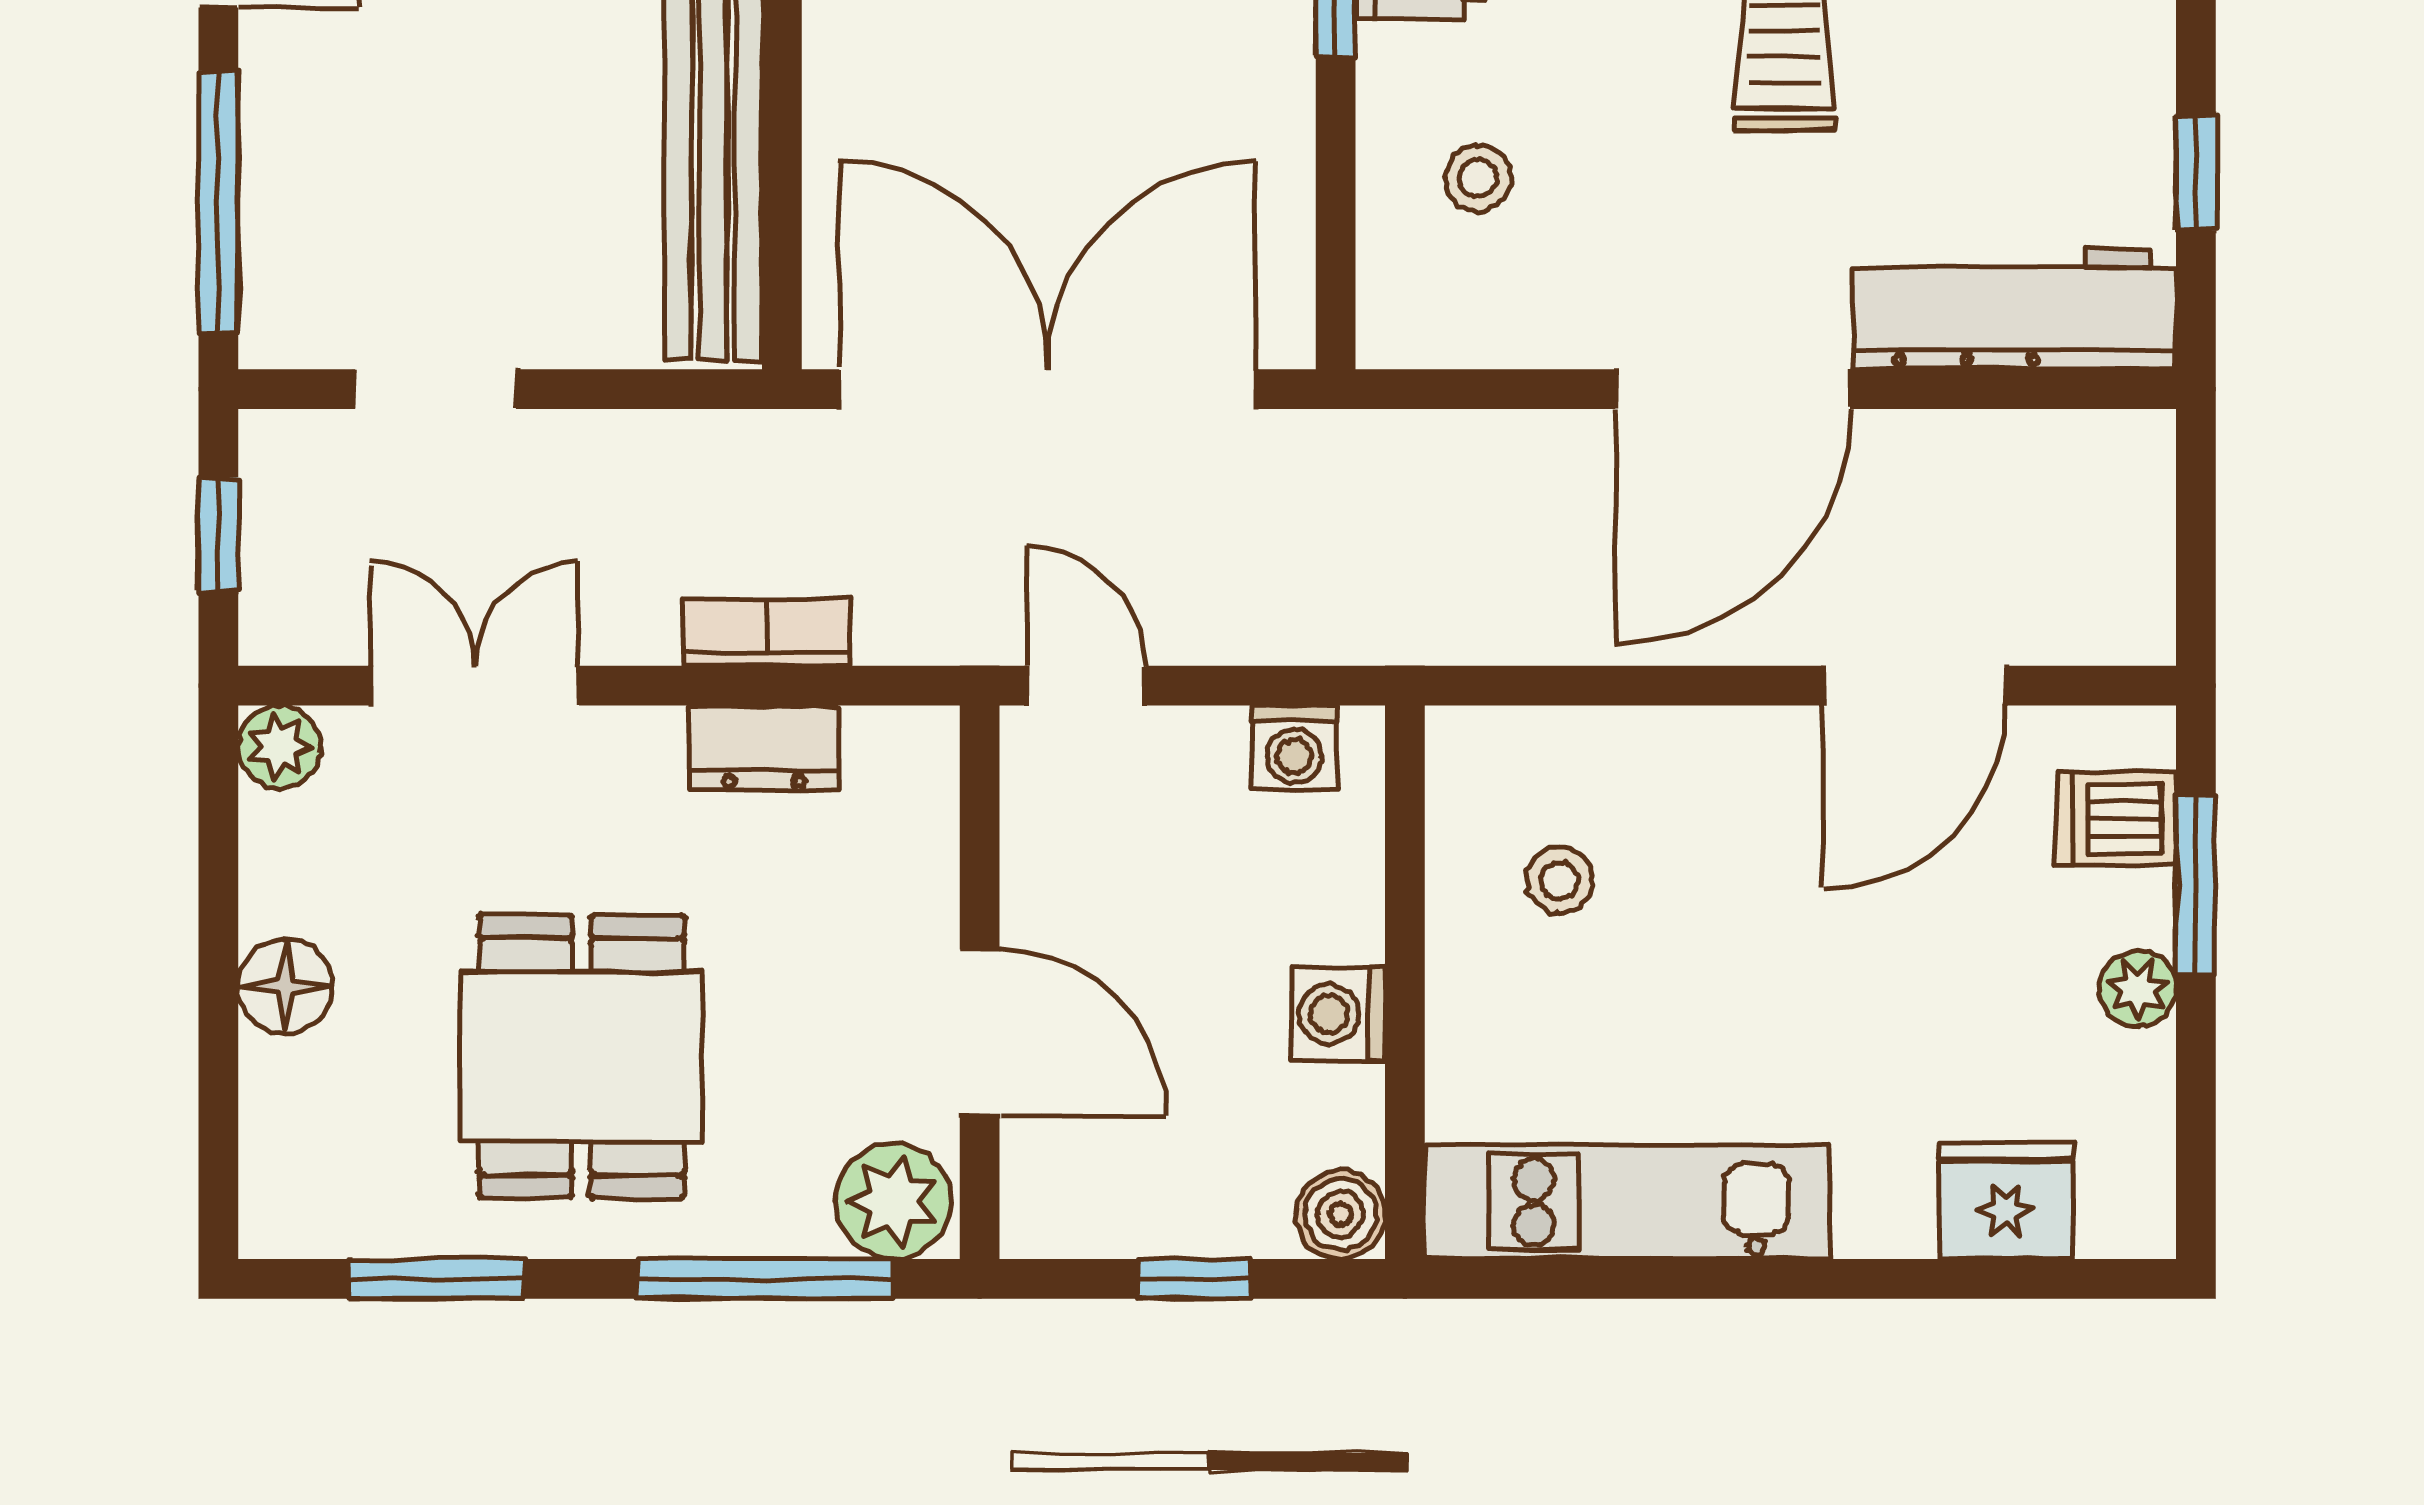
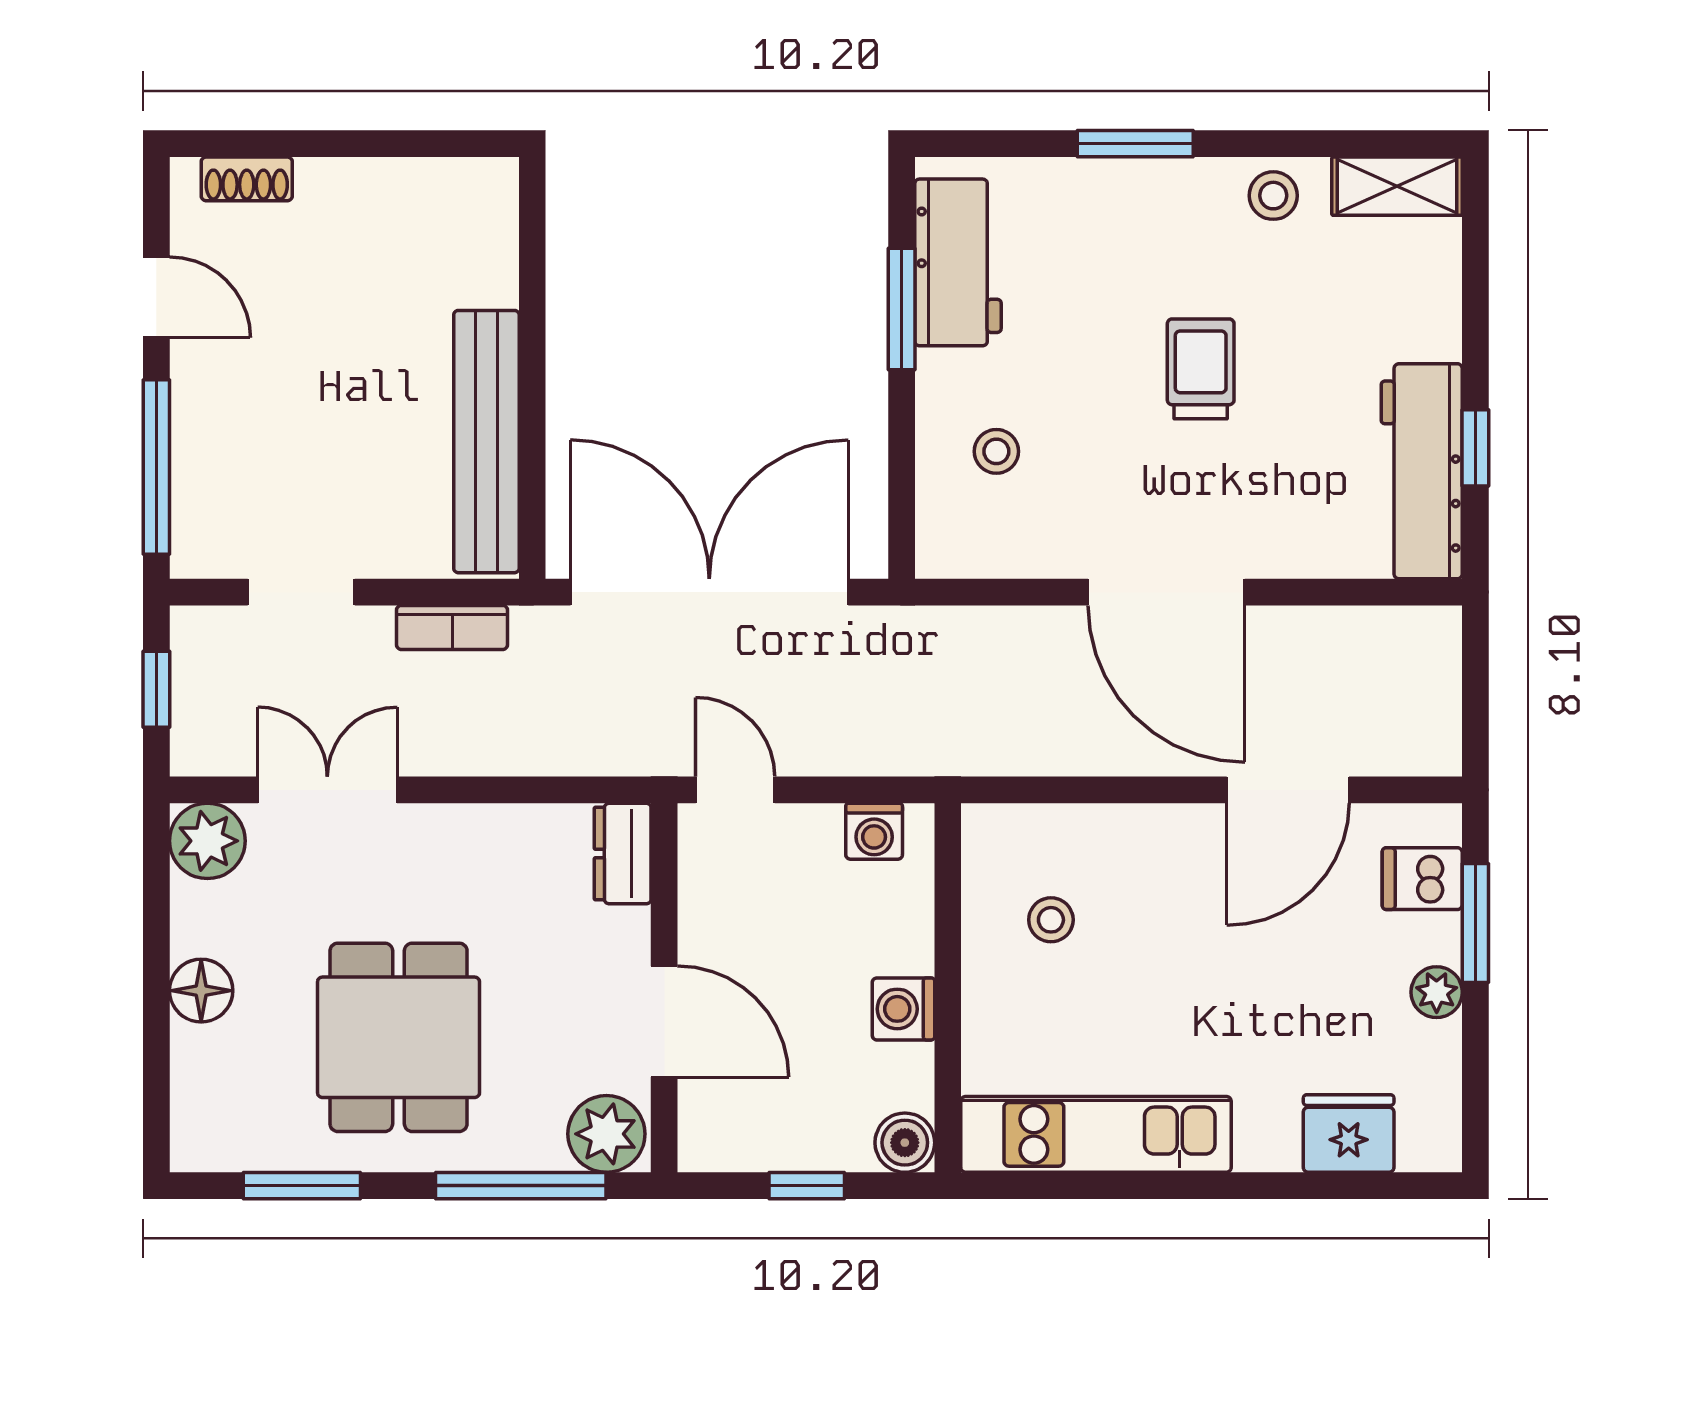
workbench: (2015, 309) -> (1422, 471), moved, turned -90
door: (1733, 389) -> (1166, 592), hinge flipped
bookcase: (767, 633) -> (452, 627), moved, turned 180
plant: (279, 747) -> (207, 841), width x1.38, depth x1.38
dresser: (764, 748) -> (623, 854), moved, turned 90

